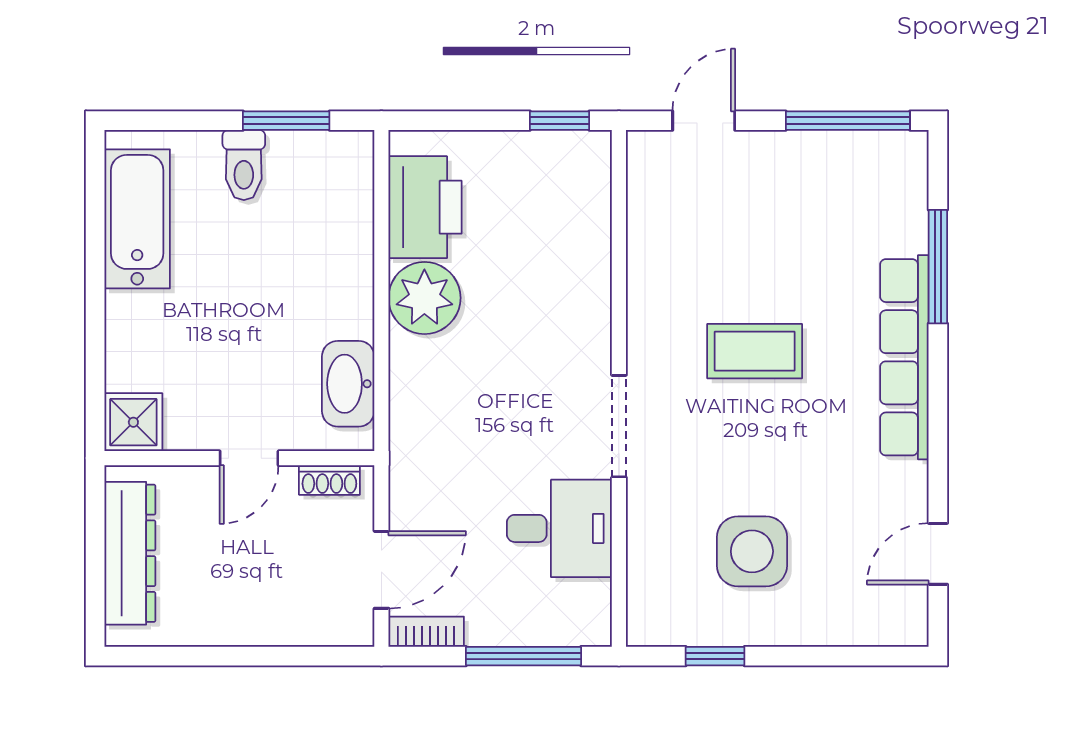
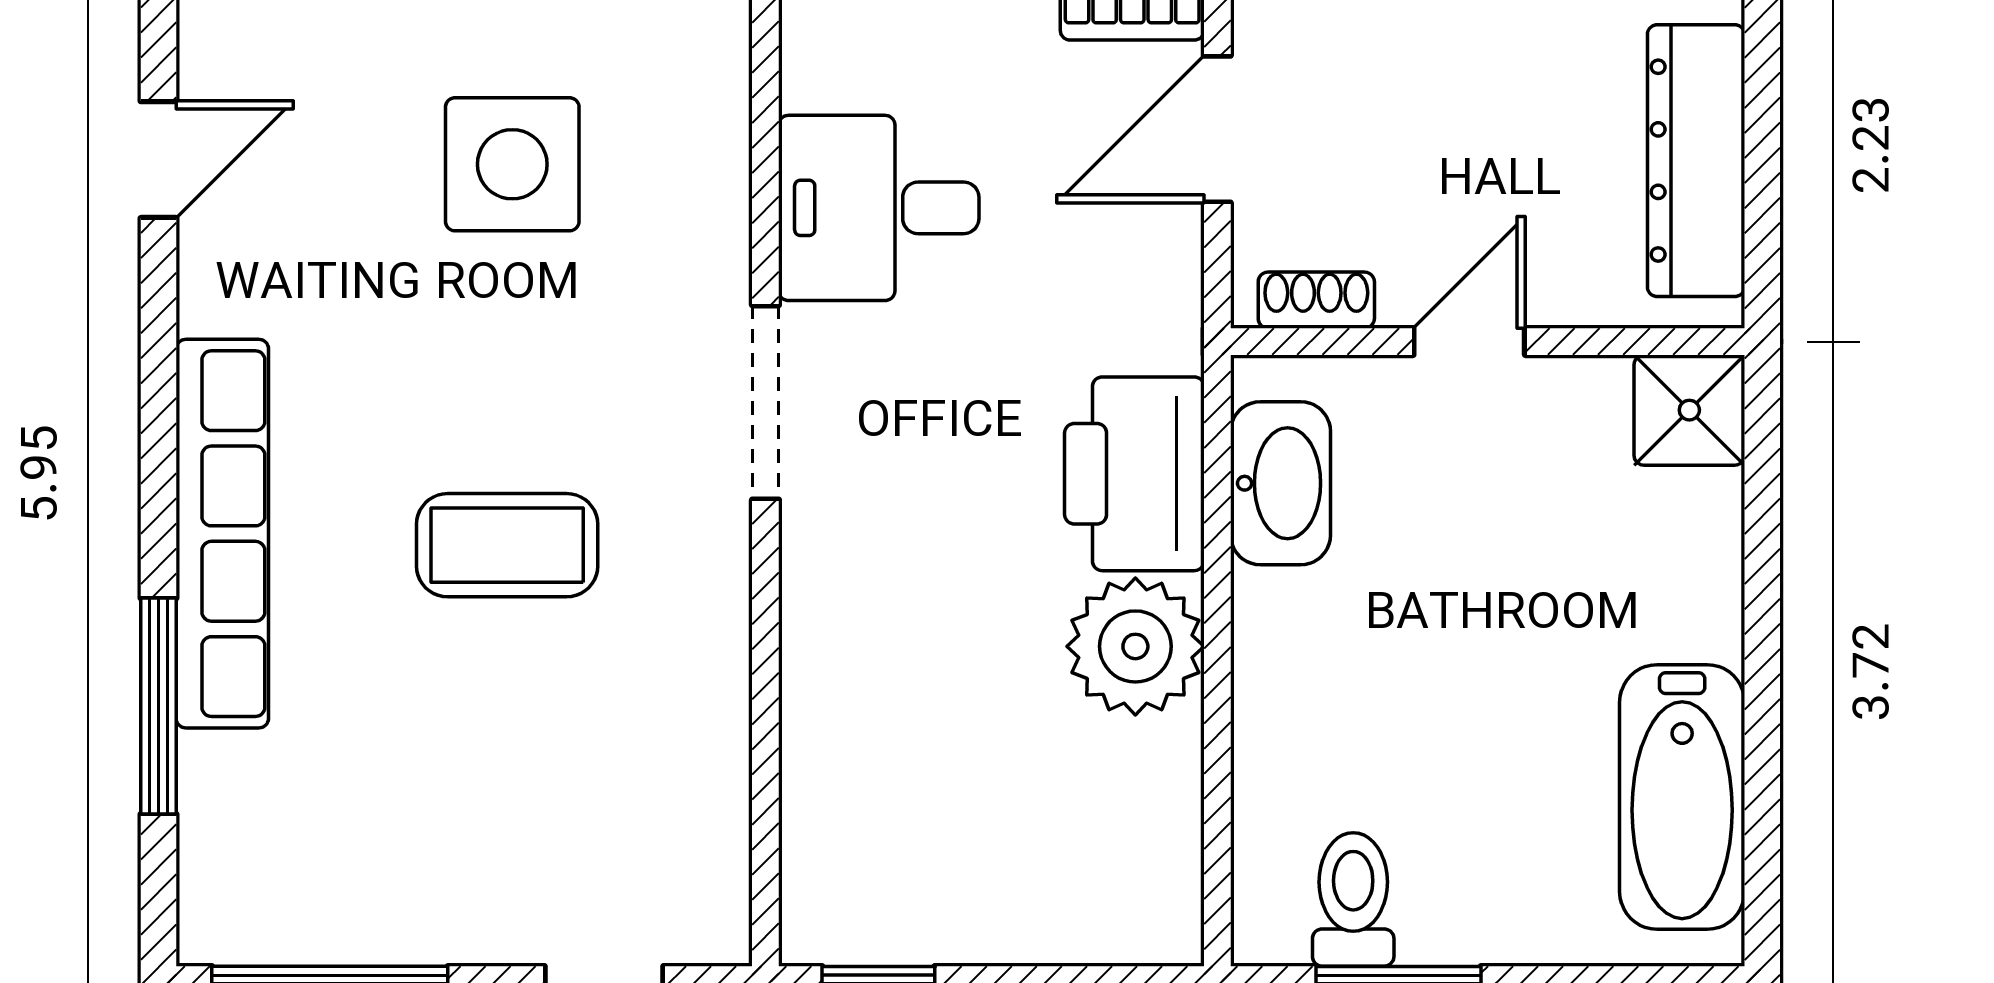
toilet: (244, 165) -> (1353, 899), moved
printer: (425, 207) -> (1134, 474), moved

